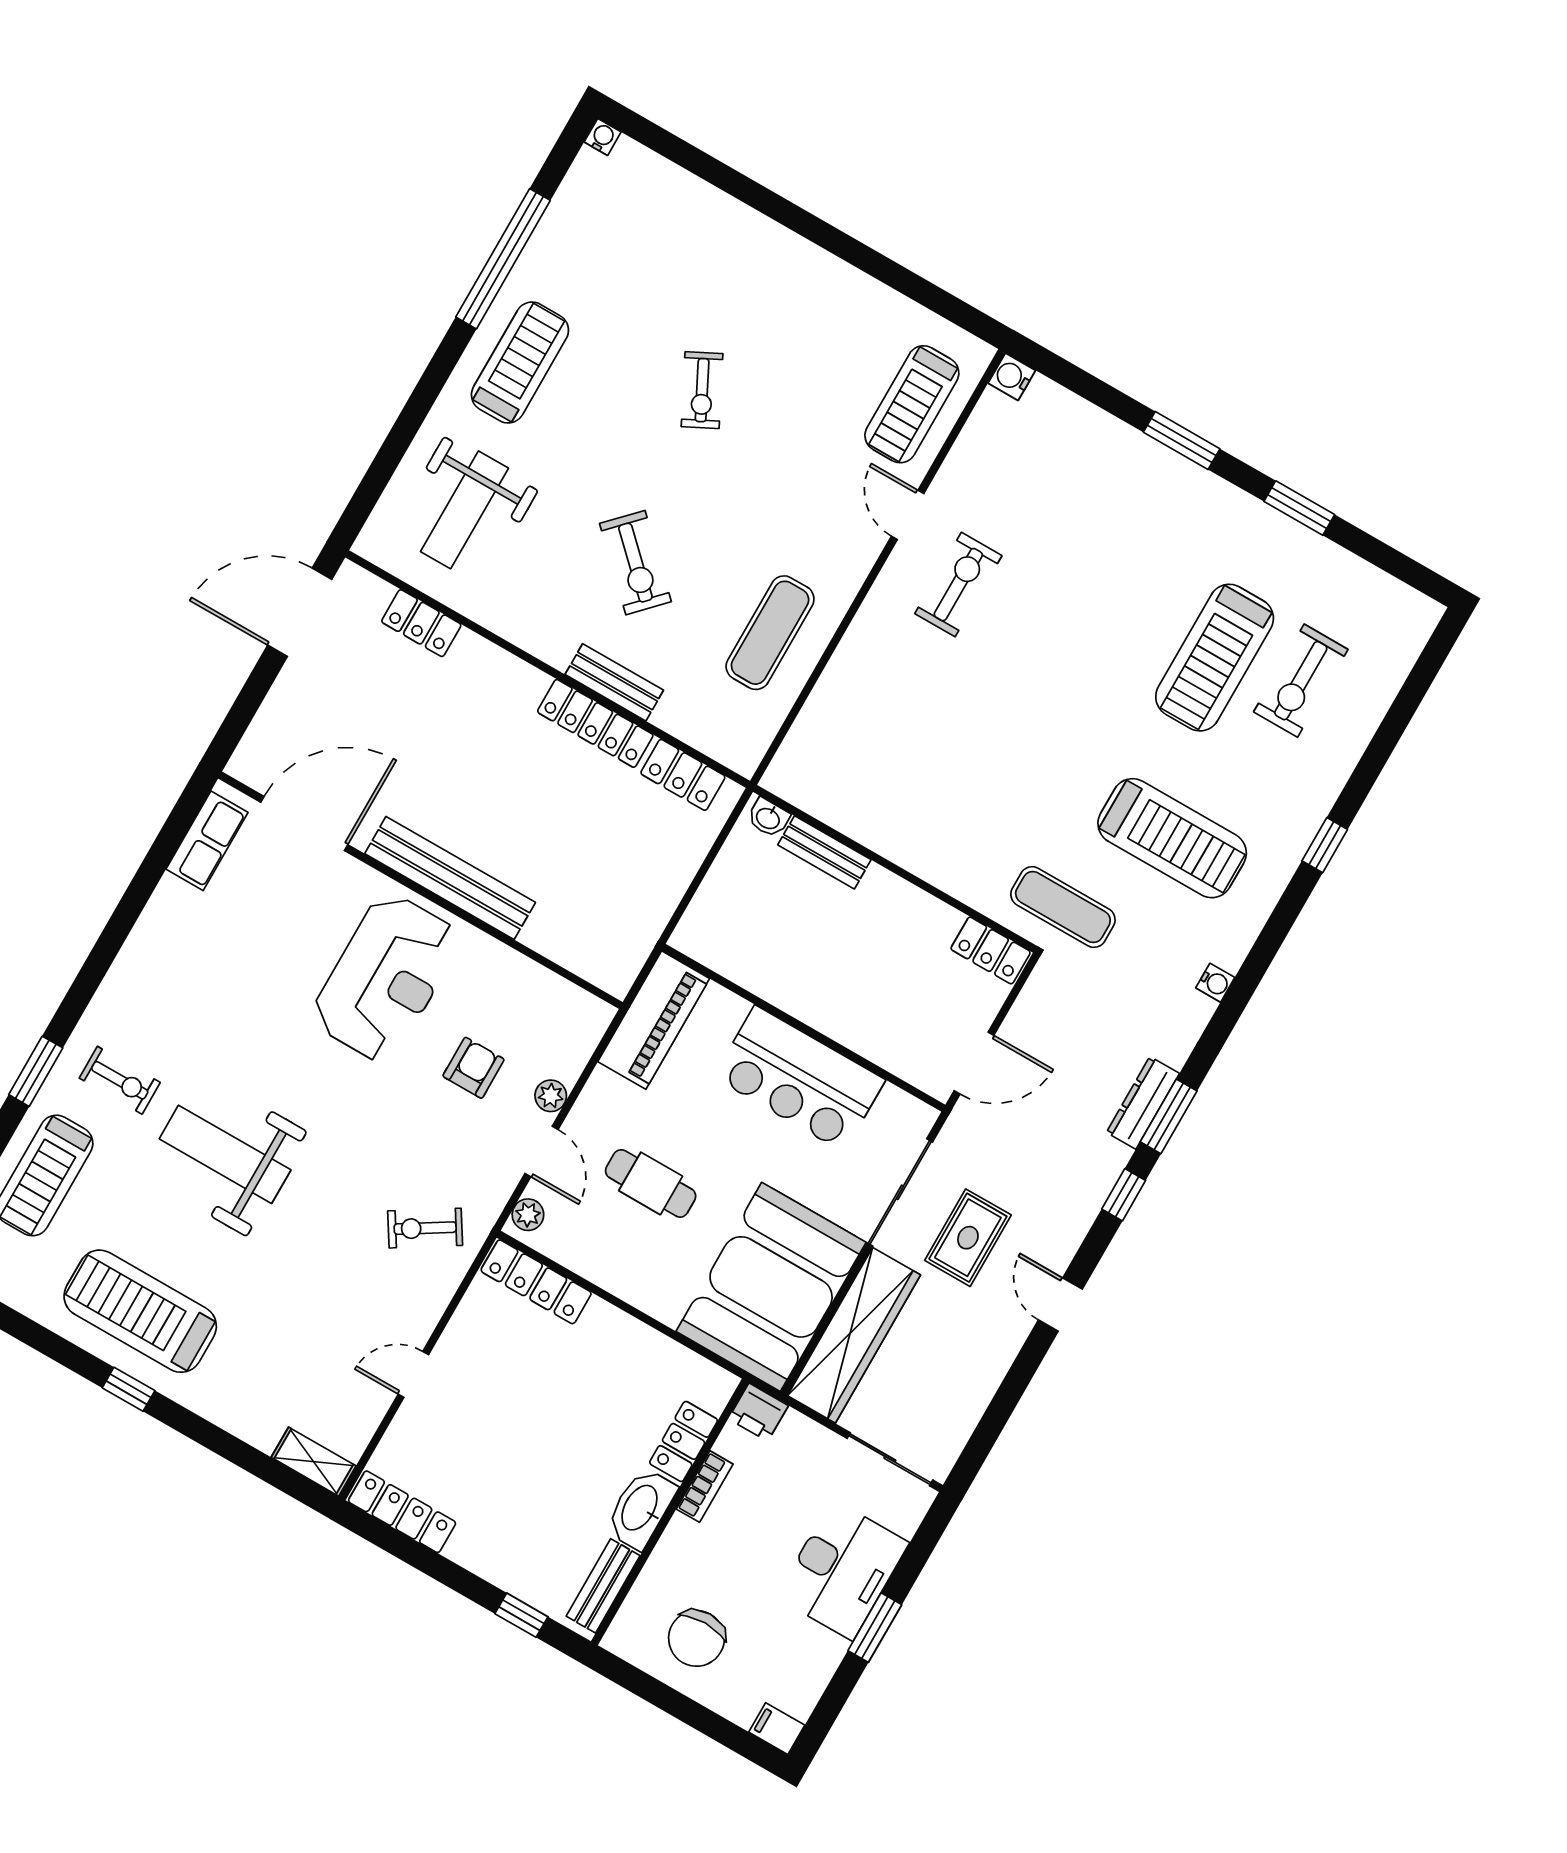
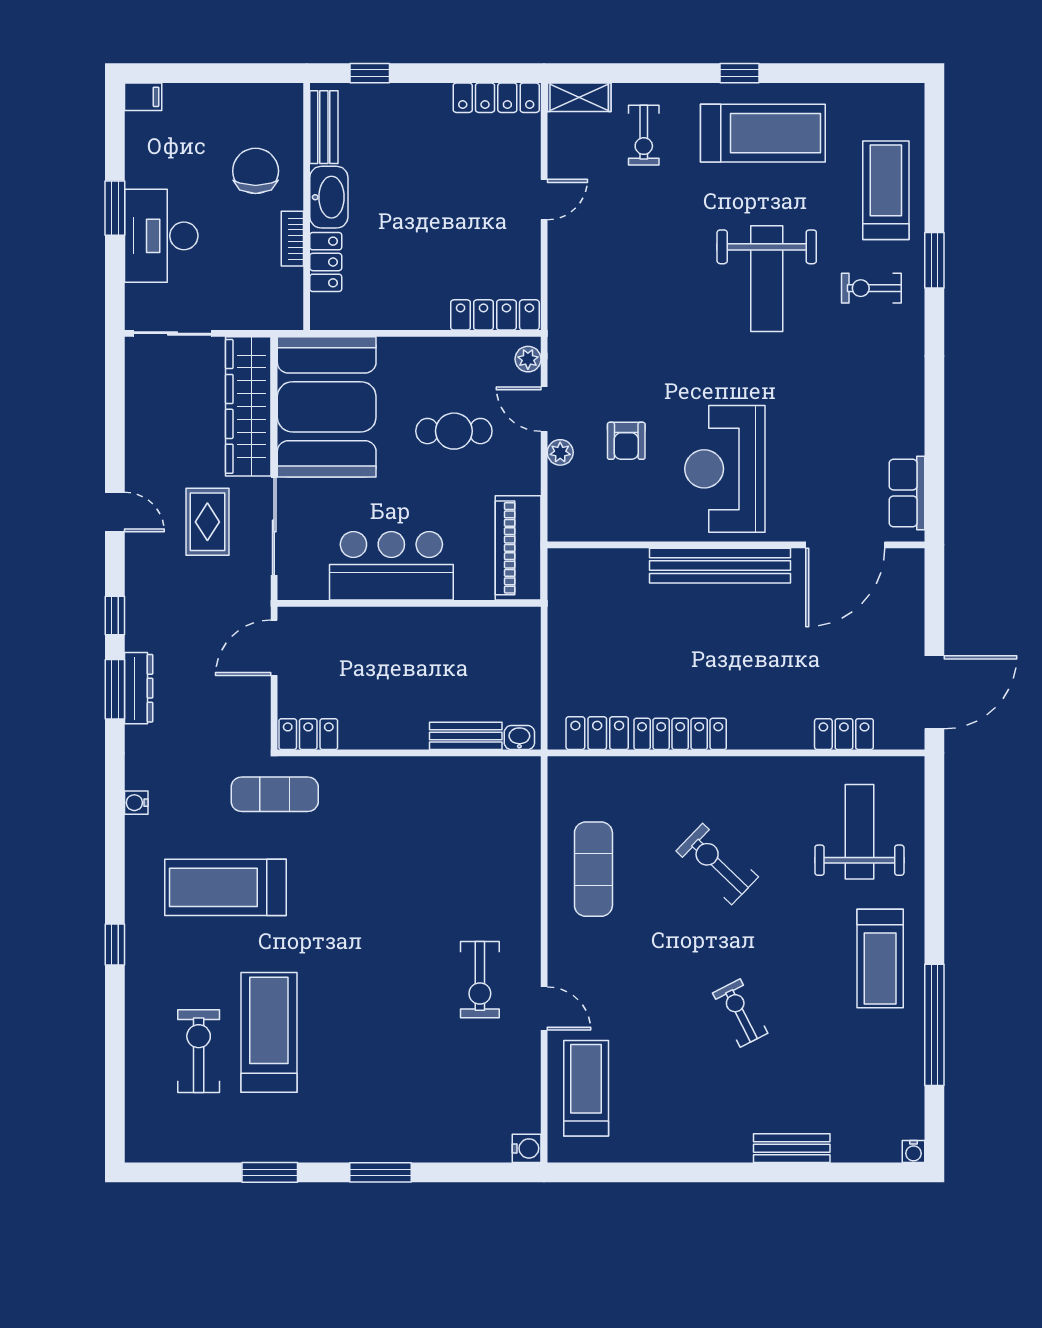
bench: (614, 682) -> (792, 1148), moved
weight bench: (225, 1154) -> (767, 279), turned 90
exercise bike: (425, 1228) -> (644, 135), moved, turned 122
printer: (758, 1412) -> (285, 313), removed
chair: (697, 1638) -> (256, 171), moved

